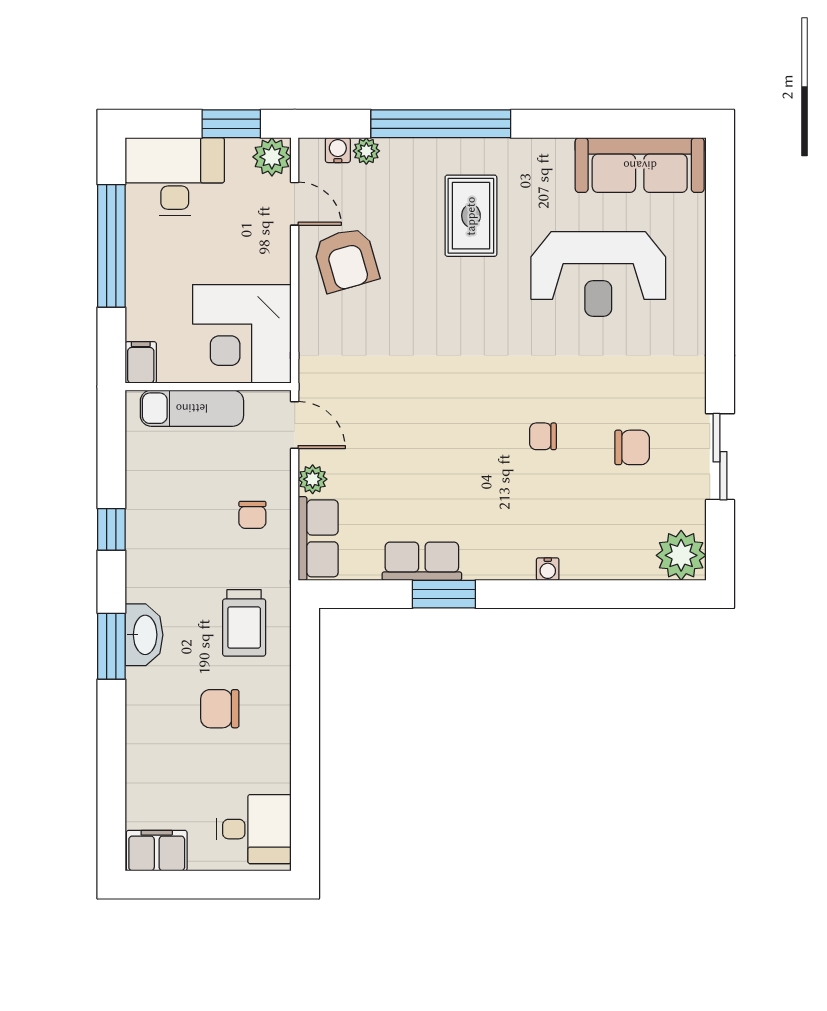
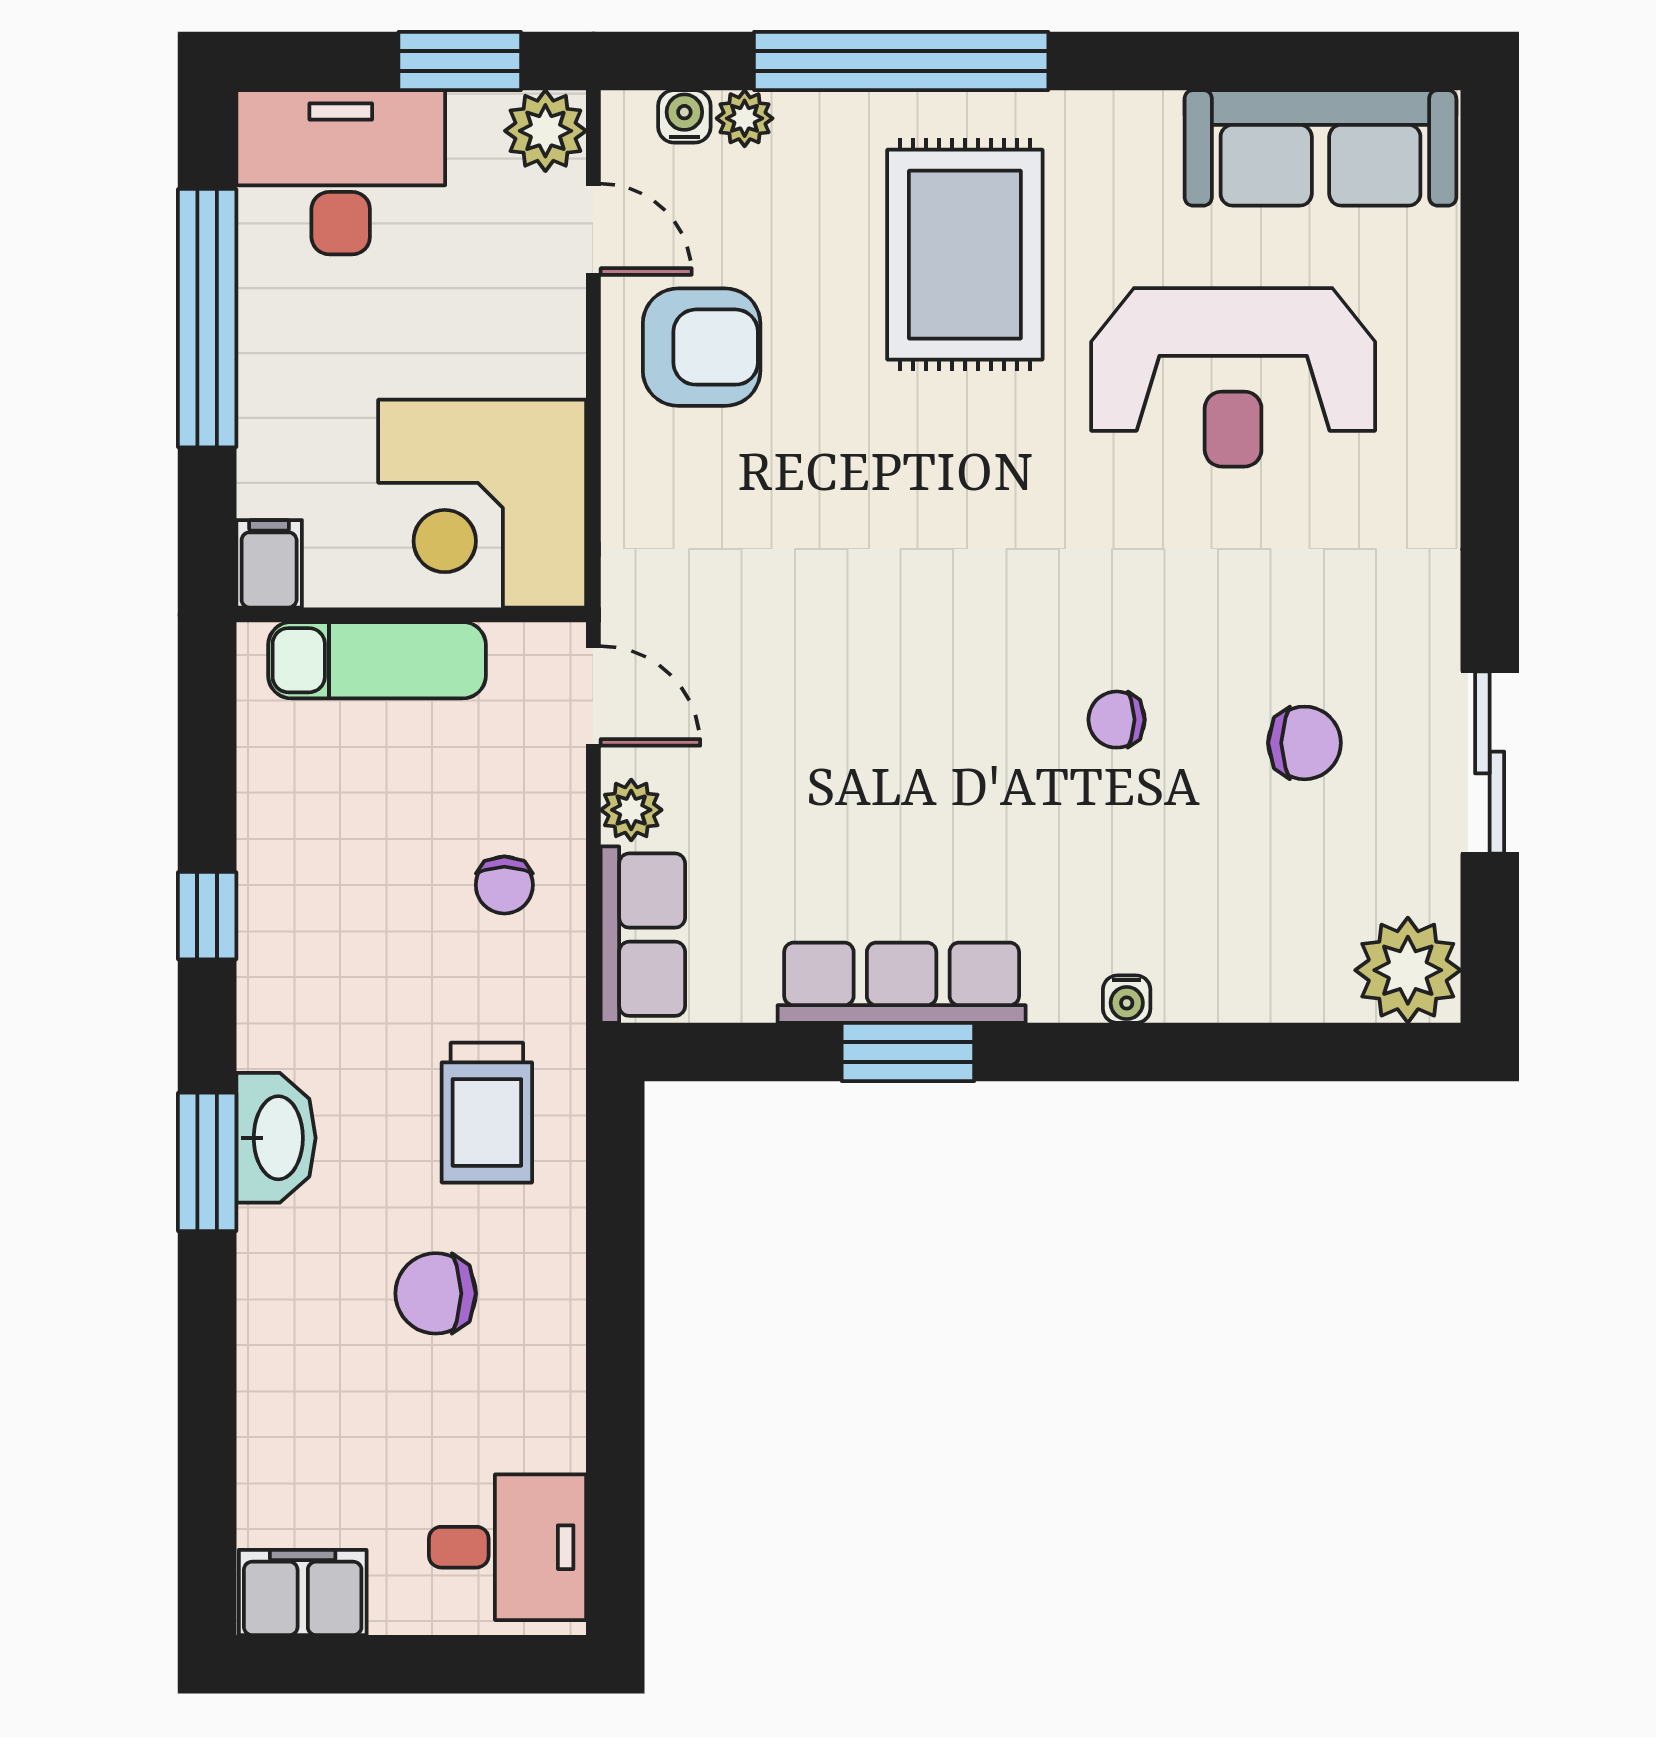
rug: (471, 216) -> (965, 255), width x1.36, depth x1.43
armchair: (346, 260) -> (702, 347), turned -74
row of seats: (422, 561) -> (902, 983), width x1.48

